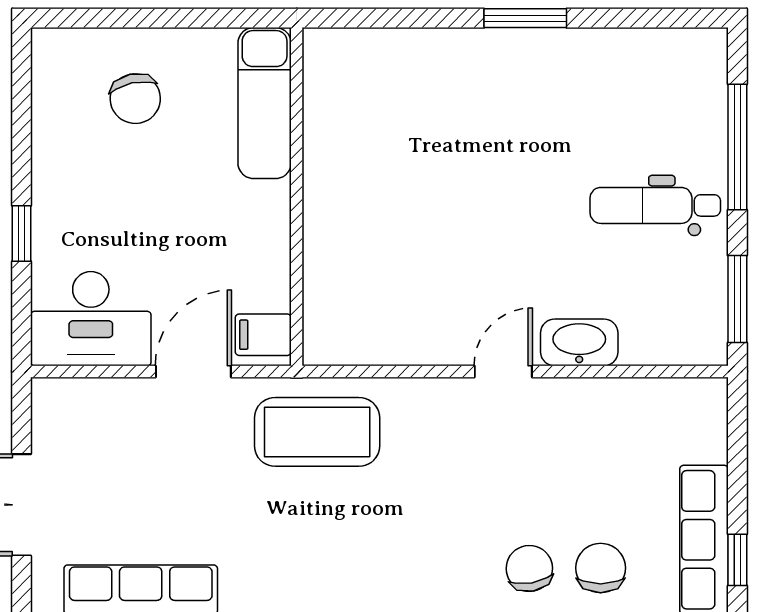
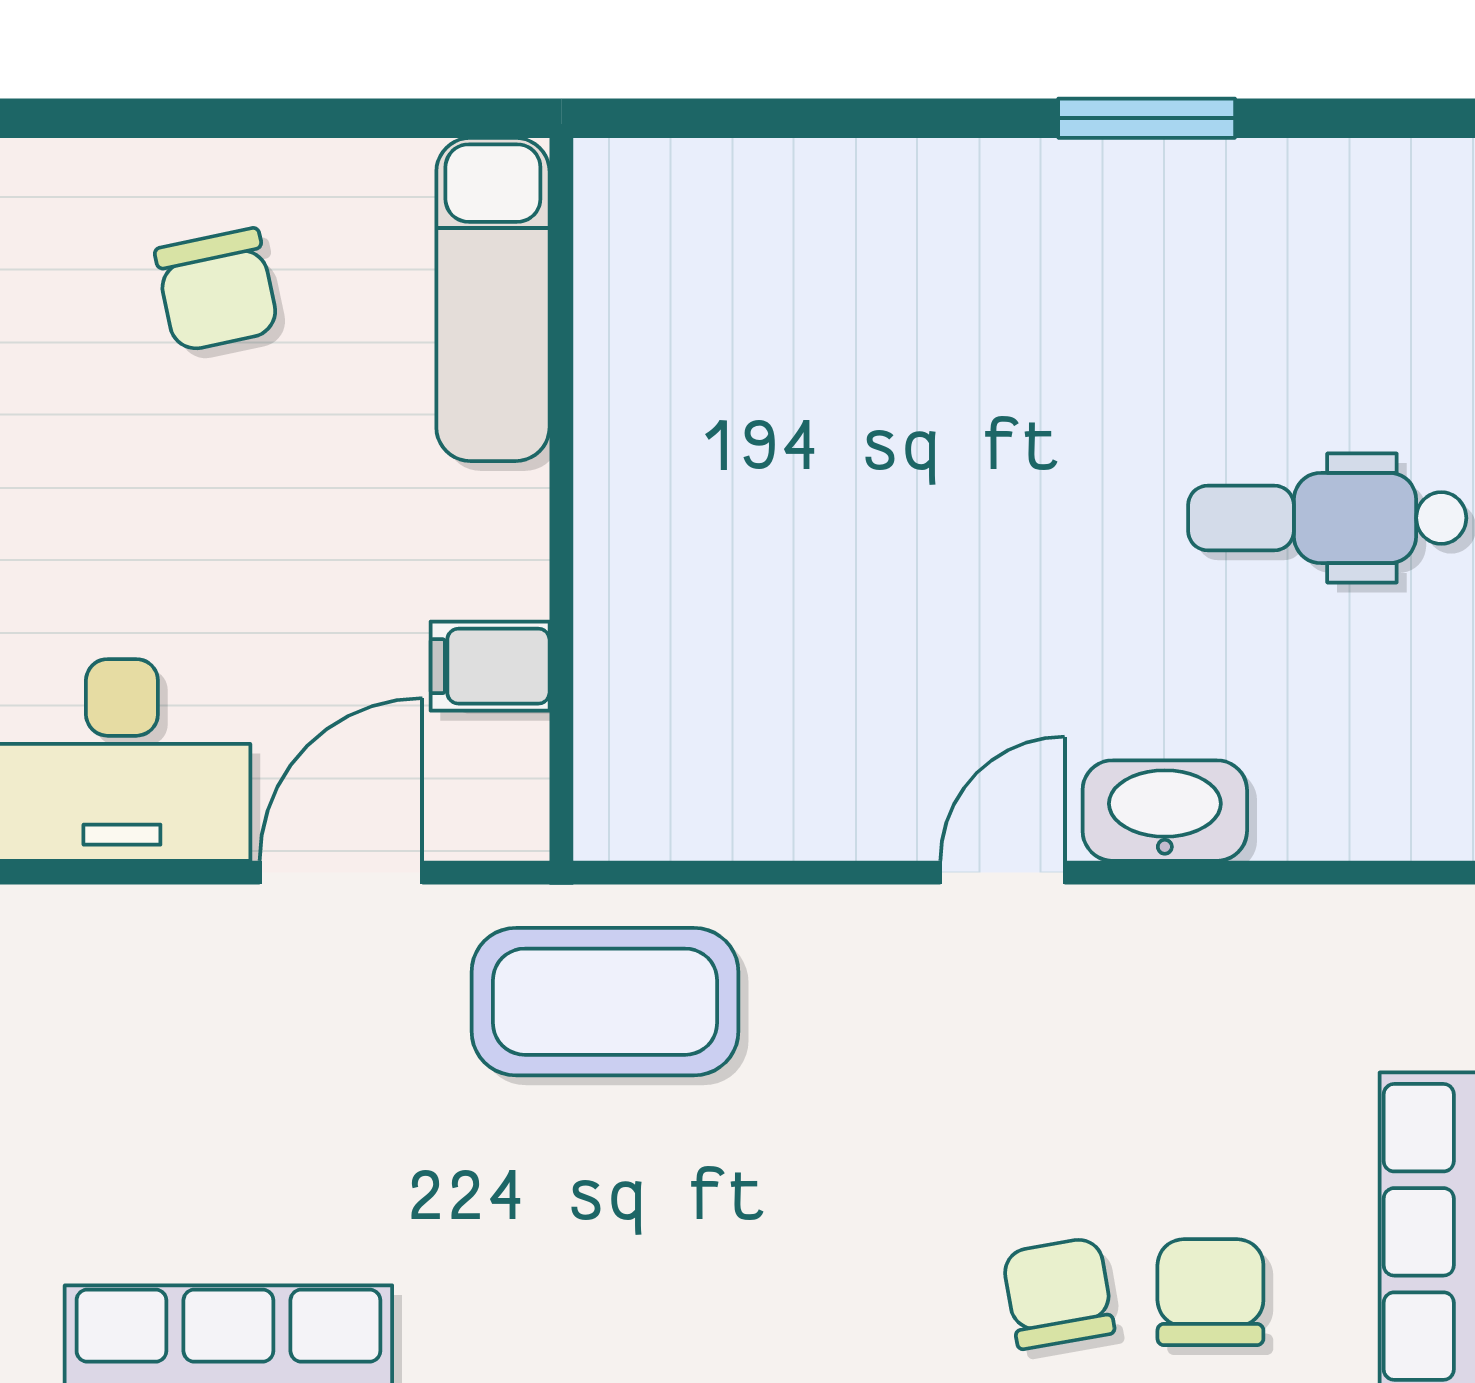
window: (525, 18) -> (1147, 118), moved
filing cabinet: (263, 335) -> (490, 666), moved

